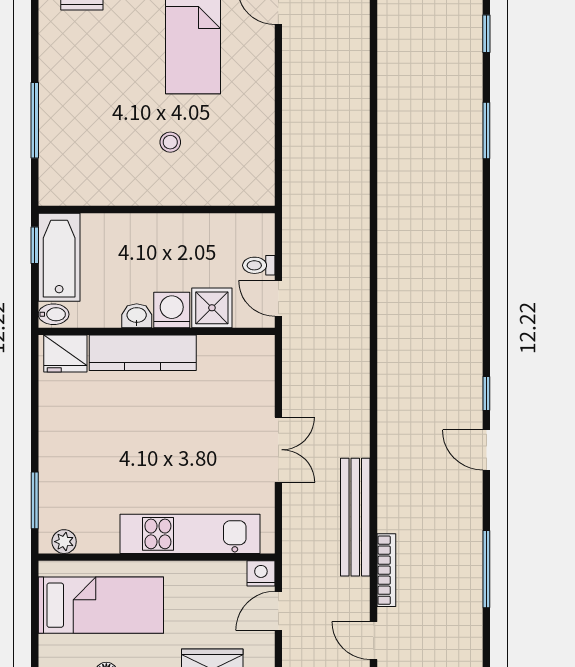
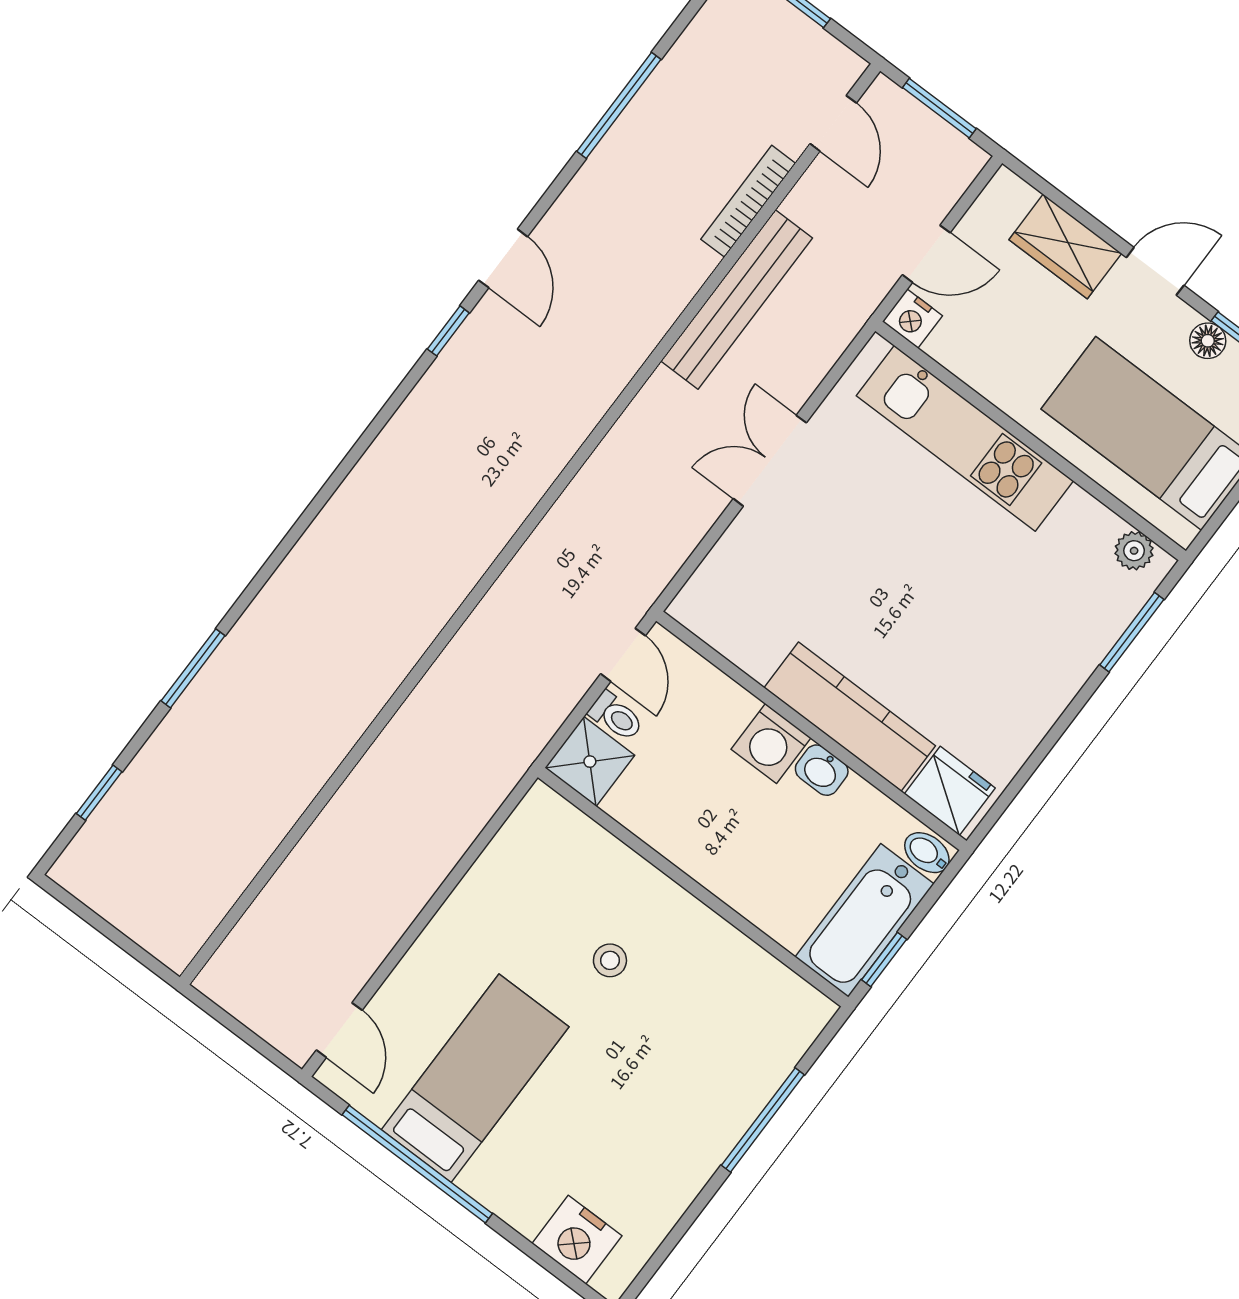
shower: (212, 308) -> (590, 762), moved

